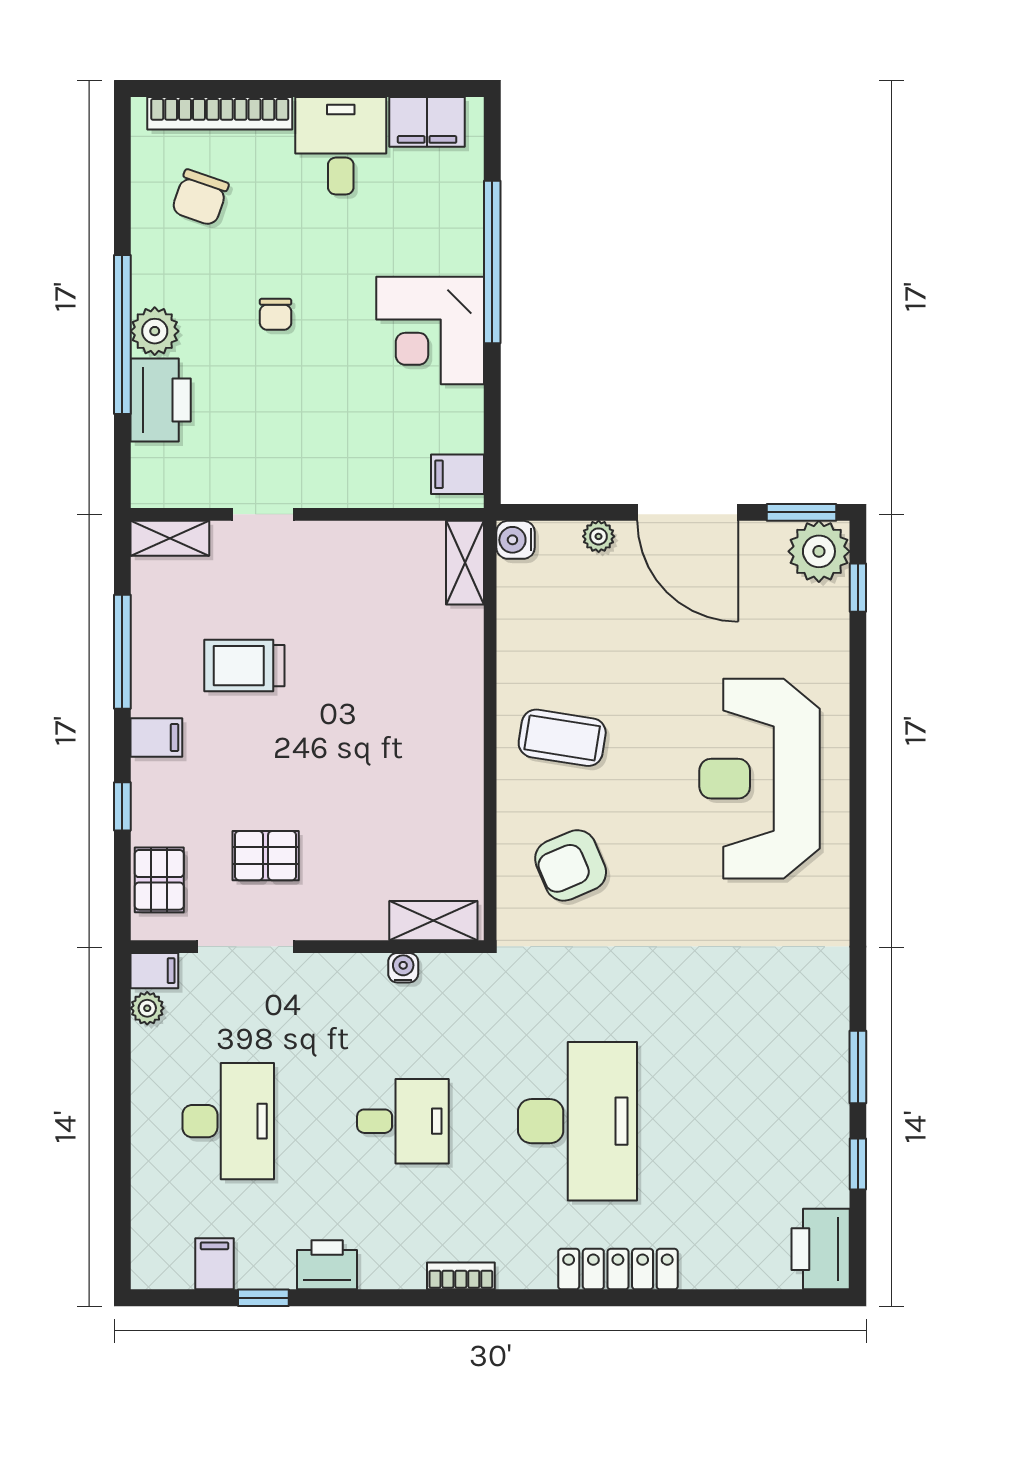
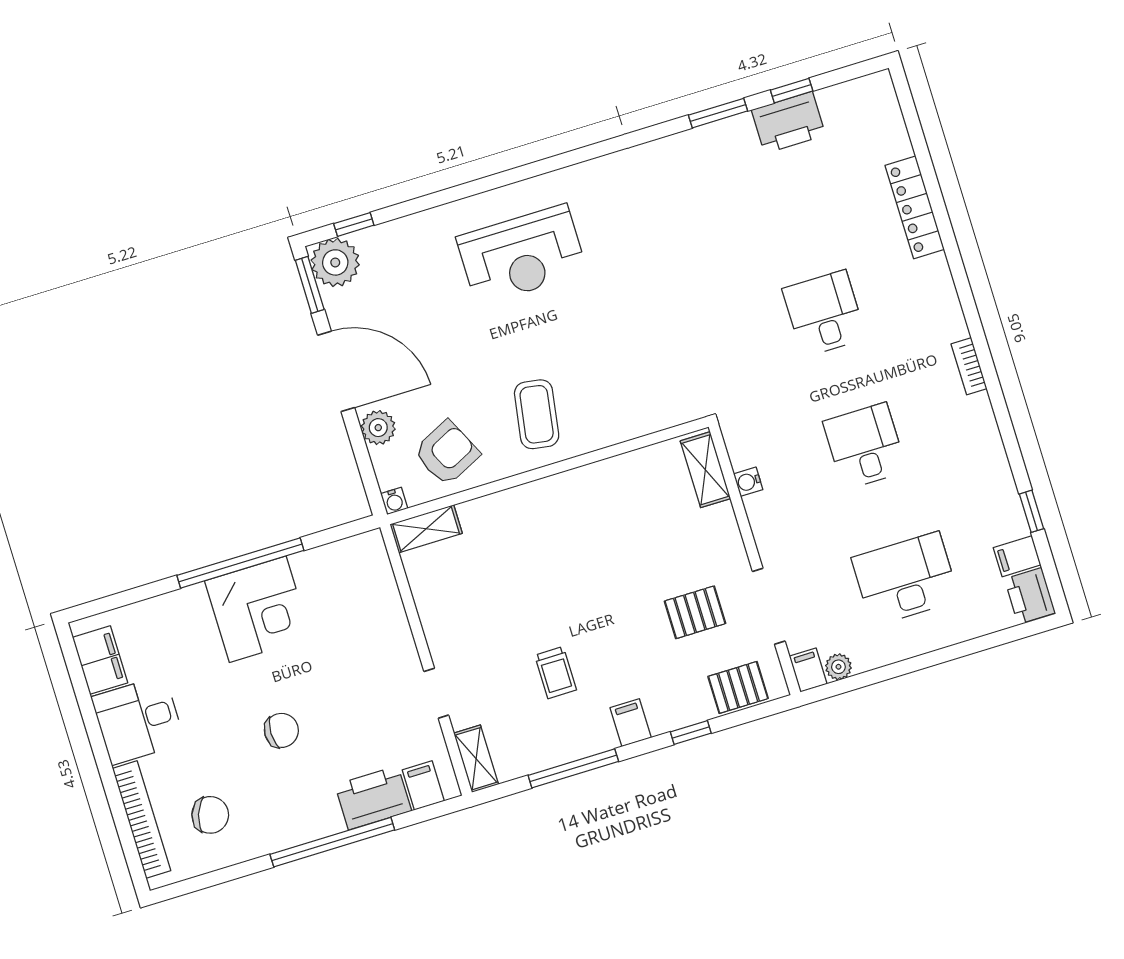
window: (492, 262) -> (240, 563), moved
chair: (276, 314) -> (281, 730), width x1.37, depth x1.37
plant: (155, 331) -> (322, 818), removed
filing cabinet: (458, 474) -> (423, 785), moved, turned 180
door: (688, 512) -> (336, 371), hinge flipped
plant: (599, 536) -> (378, 428), width x1.38, depth x1.38
water cooler: (516, 540) -> (394, 501), width x0.72, depth x0.72
trolley: (244, 666) -> (556, 673), width x0.73, depth x0.72
reception desk: (760, 779) -> (522, 255), width x0.74, depth x0.77
pallet: (266, 856) -> (695, 612), turned 90
armchair: (571, 865) -> (447, 453), moved, turned -93
desk: (577, 1121) -> (824, 314), width x0.53, depth x0.77
printer: (821, 1249) -> (788, 123), moved
printer: (327, 1265) -> (1030, 596), moved
locker: (618, 1269) -> (915, 207), moved

